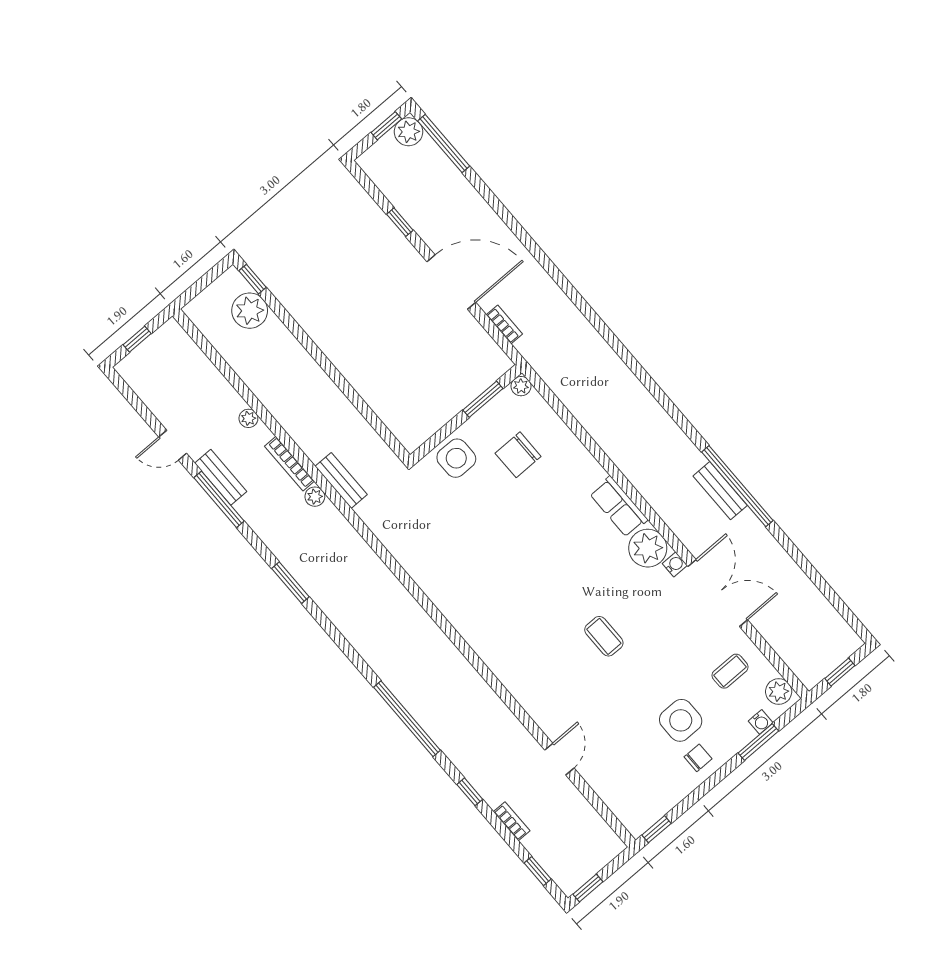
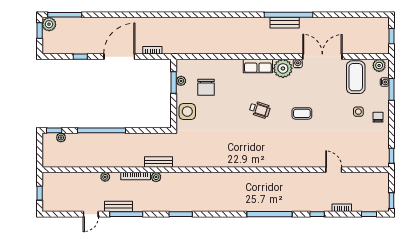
plant: (250, 311) -> (61, 138), width x0.53, depth x0.53
window: (315, 352) -> (101, 130), added
plant: (521, 386) -> (181, 81), moved
wheelchair: (554, 567) -> (260, 110), added
coffee table: (730, 671) -> (356, 77), width x1.86, depth x1.72
side table: (681, 720) -> (358, 112), width x0.54, depth x0.54

